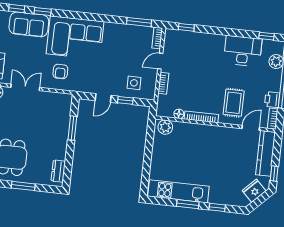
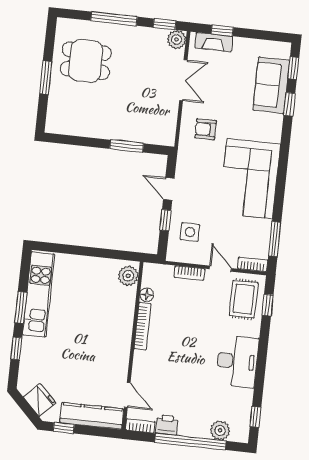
corner sofa: (75, 38) -> (250, 179), moved
desk: (243, 51) -> (237, 361), moved
rug: (234, 103) -> (244, 299), moved, turned 90
dresser: (58, 171) -> (67, 127), removed

